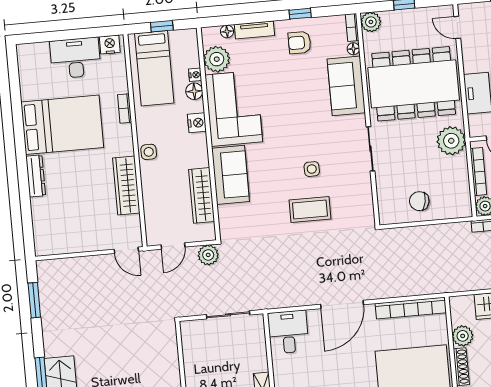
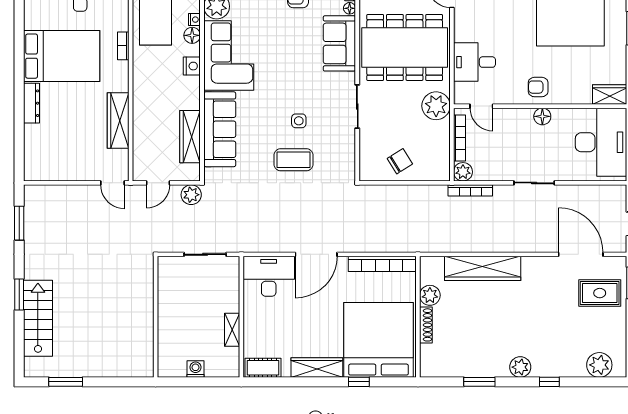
side table: (149, 152) -> (143, 90), removed
sofa: (231, 175) -> (220, 129), width x1.36
chair: (419, 201) -> (400, 161), turned 138
desk: (288, 332) -> (269, 276), width x1.37

